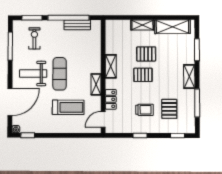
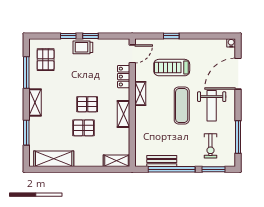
shelving: (142, 25) -> (116, 161), moved
weight bench: (33, 74) -> (212, 106), turned 90
pallet: (169, 109) -> (46, 60), moved
trolley: (144, 110) -> (83, 47), moved
window: (28, 135) -> (171, 36), moved
window: (178, 136) -> (68, 36), moved

